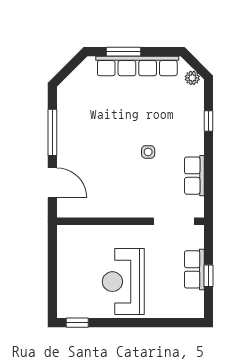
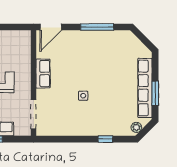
window: (124, 52) -> (155, 93), moved
row of seats: (194, 176) -> (43, 74), moved, turned 90
door: (52, 183) -> (51, 27), moved

